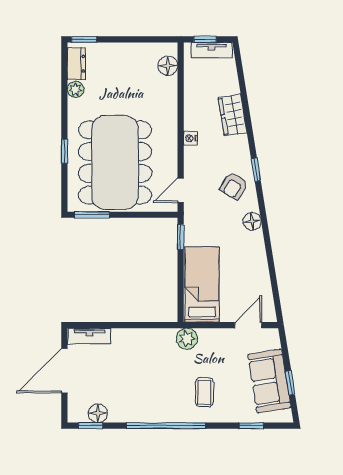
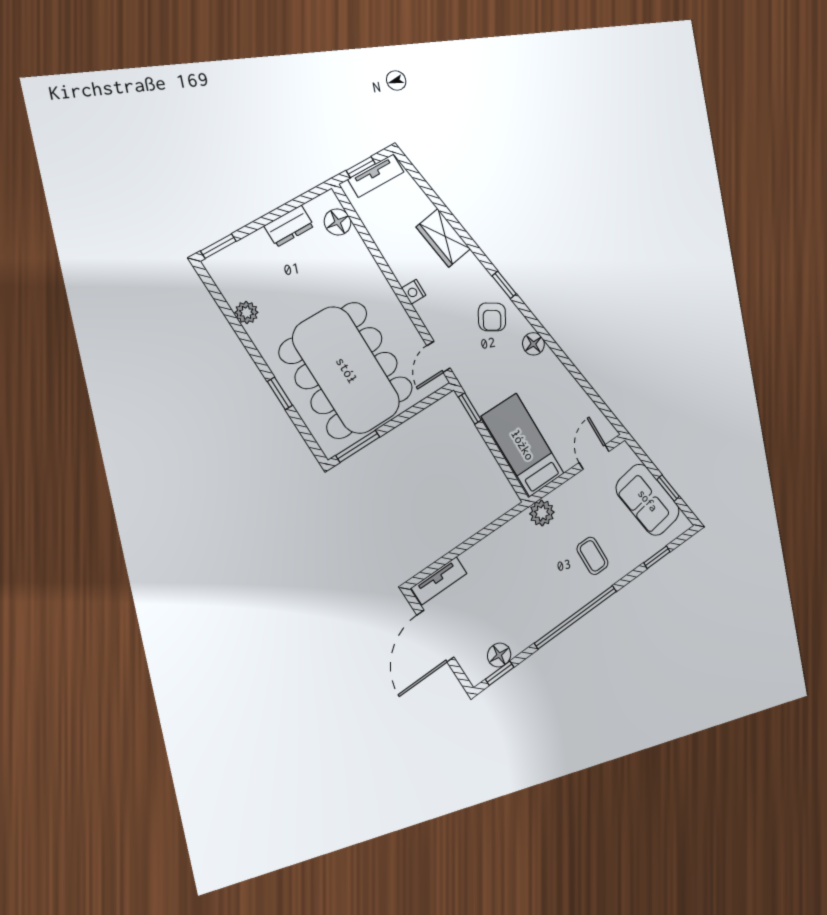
dresser: (76, 64) -> (289, 226), moved, turned 90

